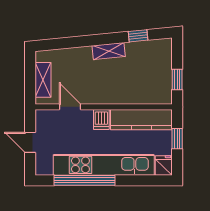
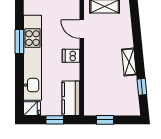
door: (70, 107) -> (82, 29), swing flipped
kitchen counter: (141, 120) -> (71, 98), width x0.67
window: (84, 180) -> (19, 41), width x0.47

